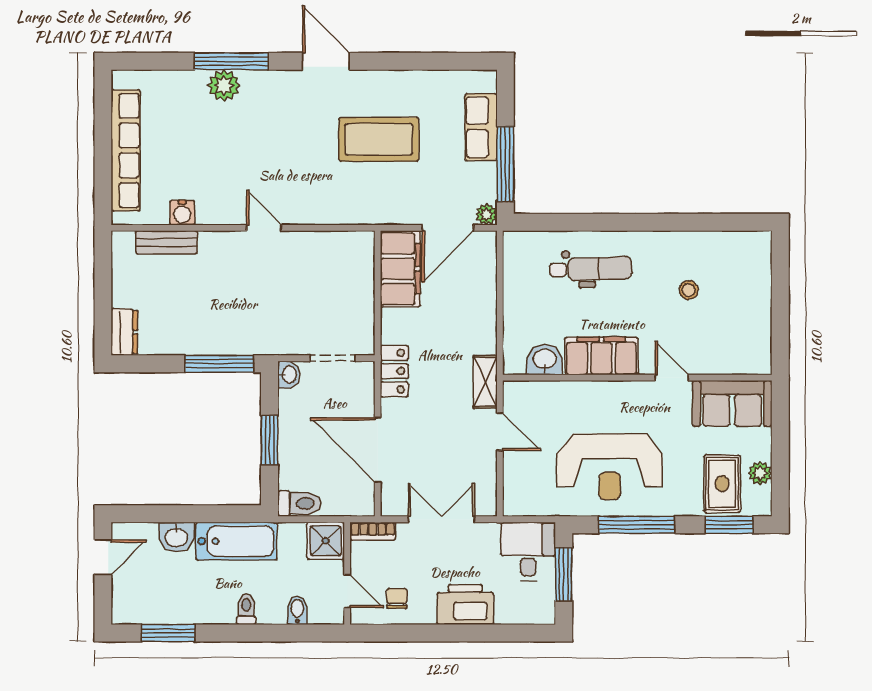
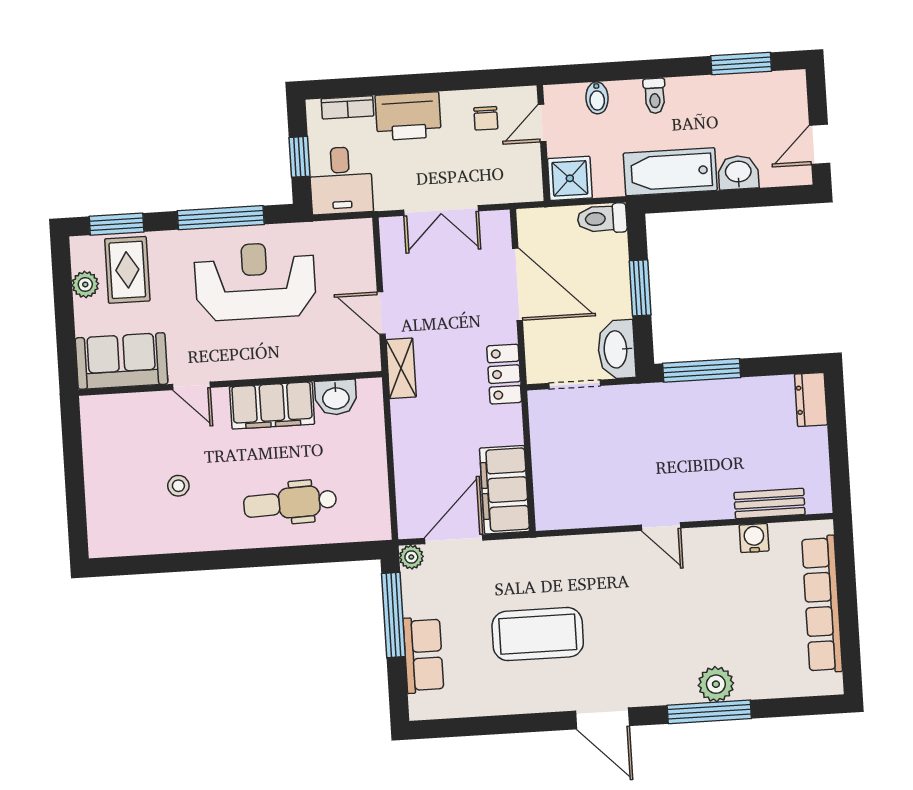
washbasin: (289, 375) -> (617, 349), width x1.91, depth x1.45
bookcase: (373, 531) -> (347, 107), moved, turned 180
window: (564, 574) -> (299, 157), width x0.67
door: (347, 591) -> (542, 123), hinge flipped

